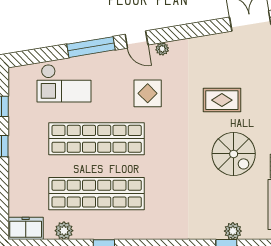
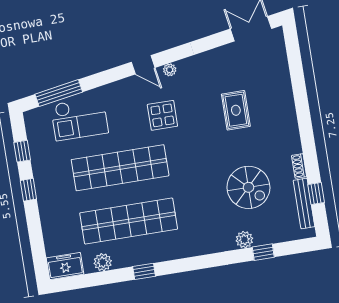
window: (91, 47) -> (59, 93), moved
rug: (222, 100) -> (236, 110), turned 90
spiral stairs: (234, 154) -> (248, 187), moved
plant: (233, 231) -> (244, 240), moved

